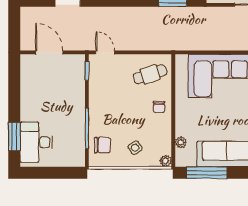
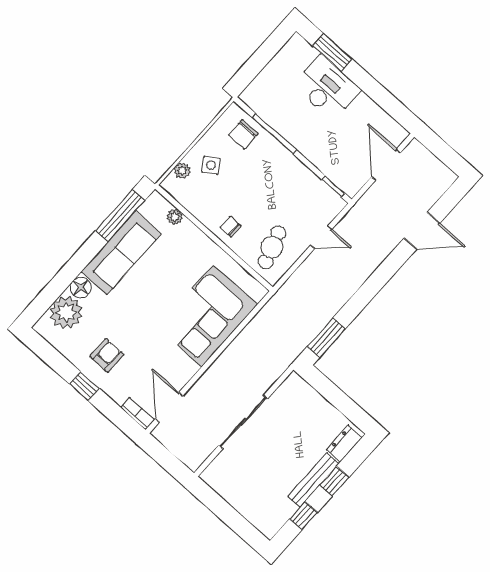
door: (49, 52) -> (386, 165), swing flipped
door: (105, 52) -> (321, 237), moved
desk: (36, 142) -> (327, 88), moved
plant: (166, 161) -> (182, 170), moved

